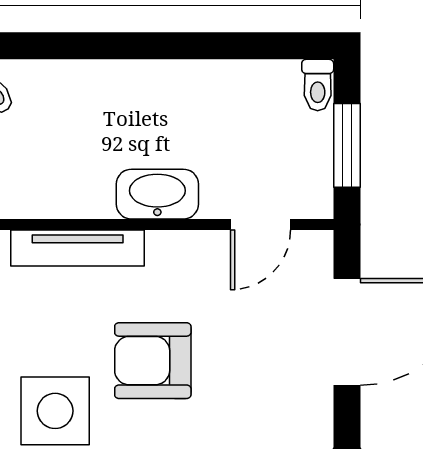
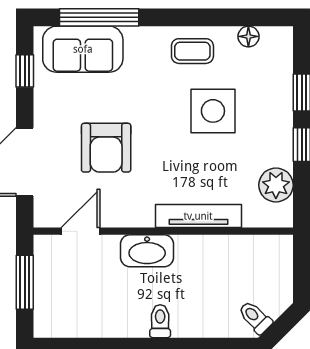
toilet: (318, 85) -> (160, 321), moved
armchair: (153, 361) -> (106, 148), moved, turned 90

